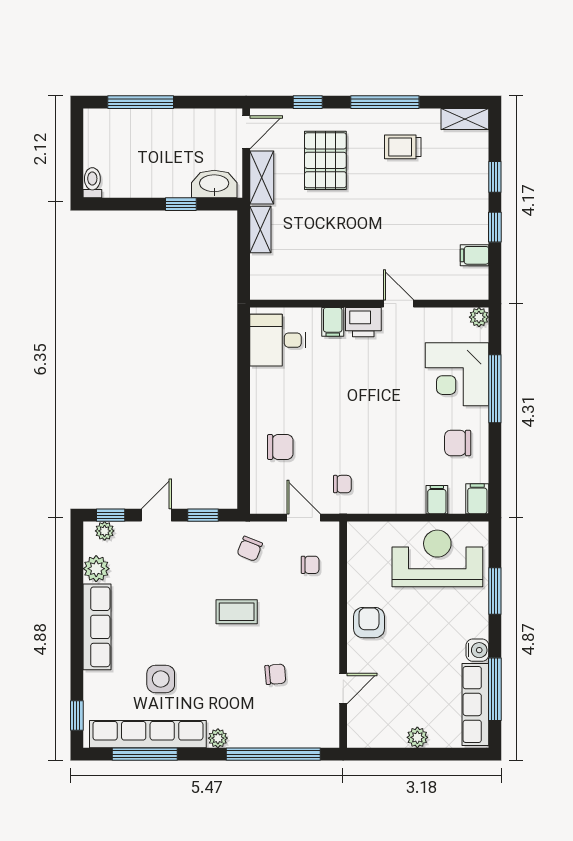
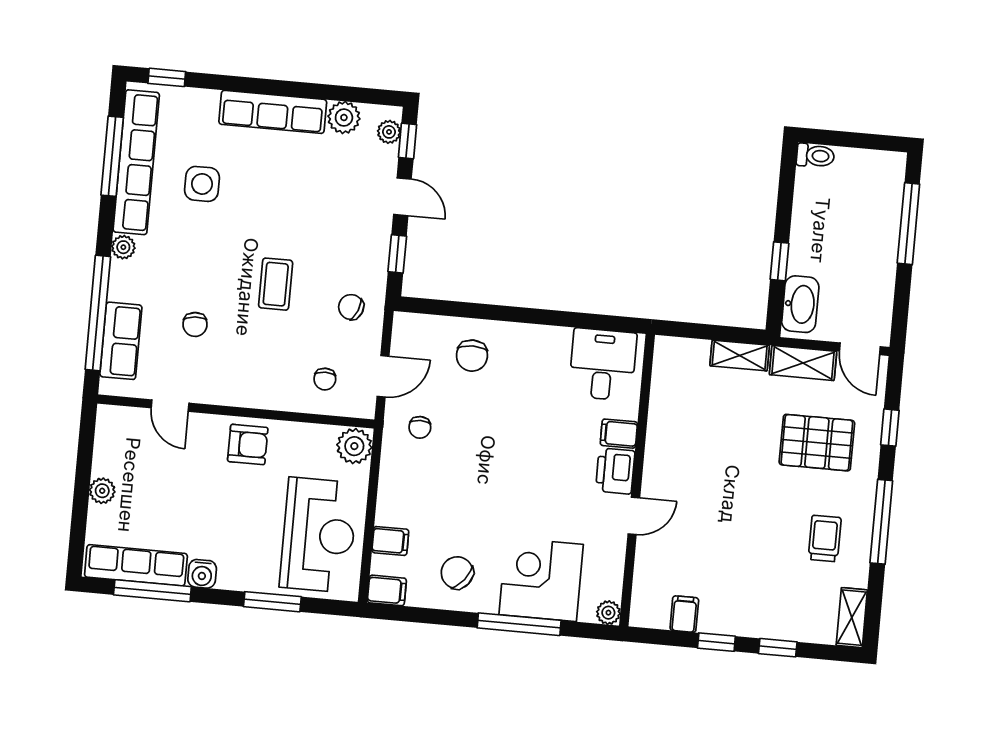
chair: (458, 443) -> (457, 573), turned -52
plant: (362, 536) -> (354, 446), added
row of seats: (294, 733) -> (121, 341), added

